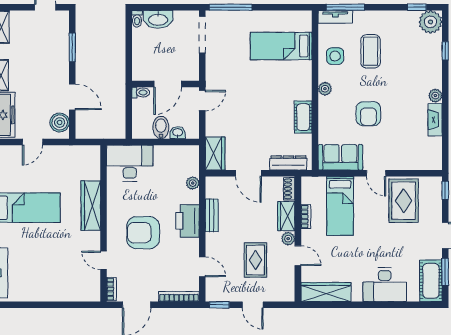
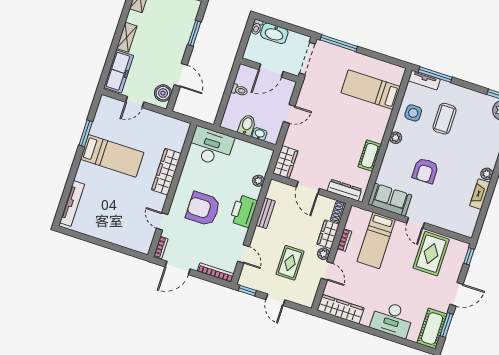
wall: (165, 84) -> (269, 70), moved
door: (168, 84) -> (271, 71), moved

